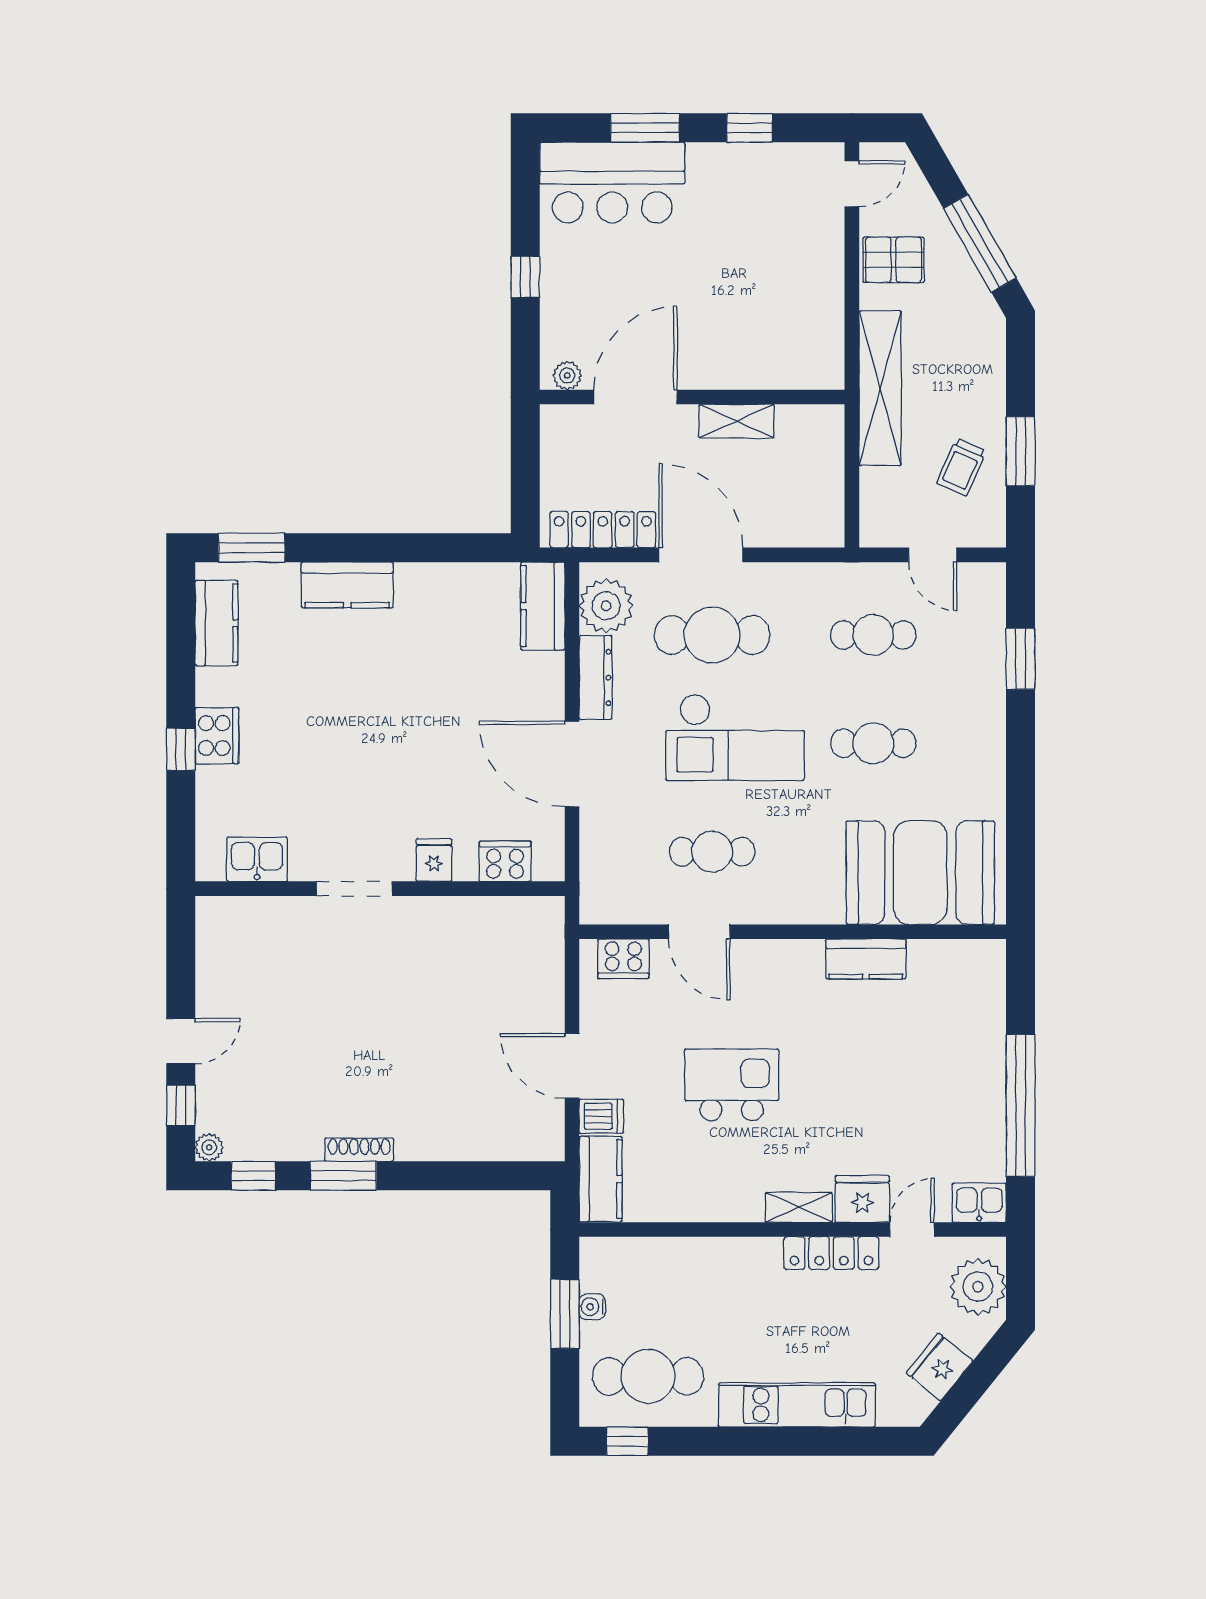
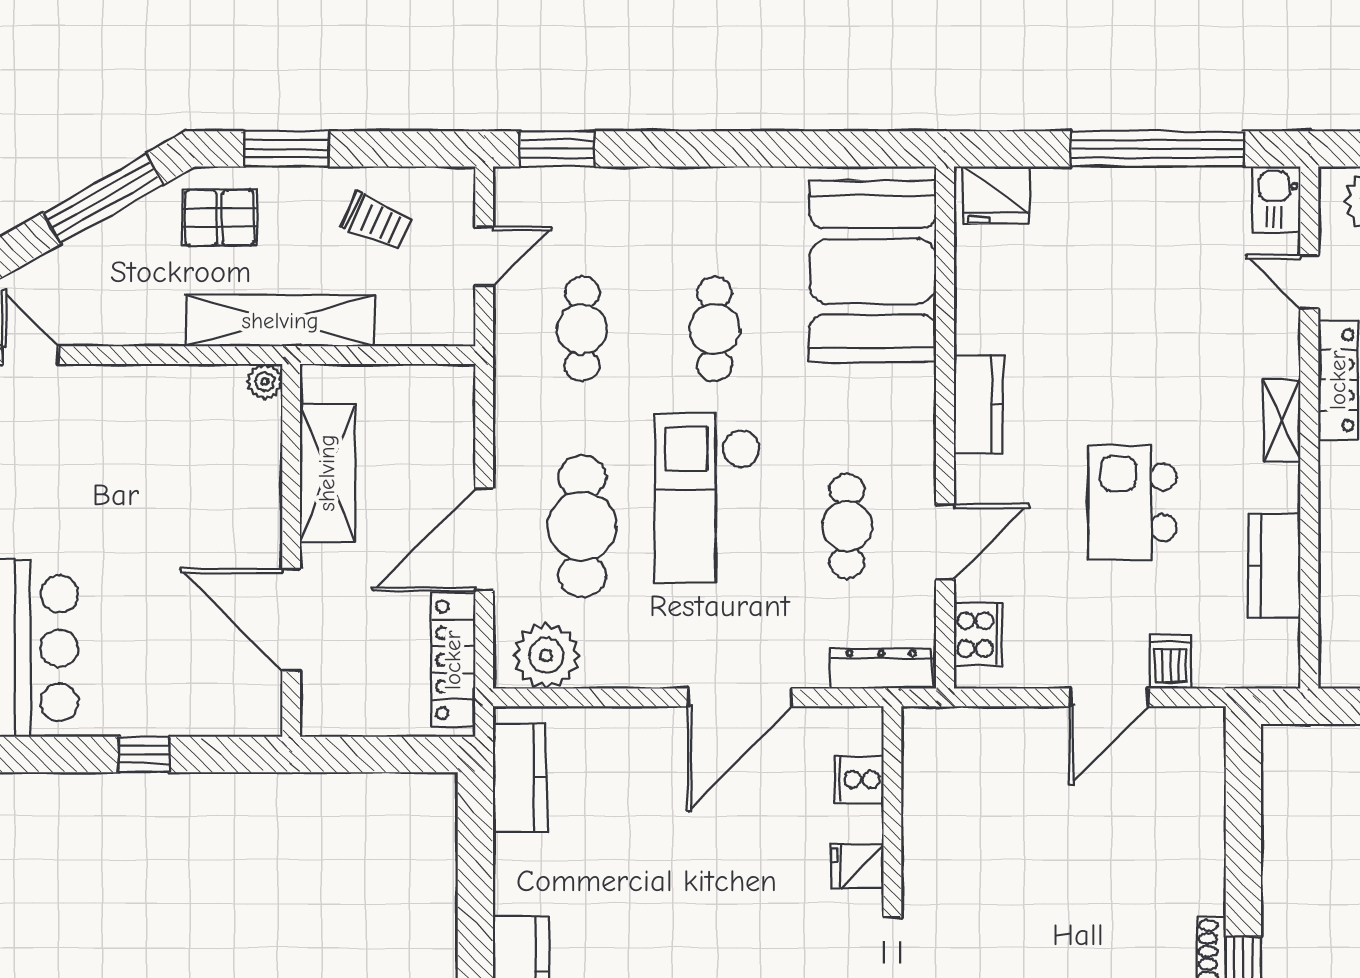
pallet: (894, 260) -> (219, 218), moved, turned 90
plant: (567, 375) -> (265, 381), moved
shelving: (736, 421) -> (327, 473), width x1.50, depth x1.33
window: (1021, 451) -> (286, 149), moved
kitchen counter: (543, 606) -> (520, 777), moved, turned -90
window: (1021, 659) -> (557, 149), moved
dresser: (596, 678) -> (881, 669), moved
checkout: (735, 737) -> (707, 498), turned 180
cooker: (505, 861) -> (859, 779), width x0.73
kitchen counter: (866, 959) -> (978, 405), moved
kitchen counter: (601, 1179) -> (1274, 566), moved, turned -90
fridge: (862, 1199) -> (996, 195), moved, turned -90

